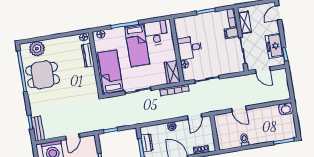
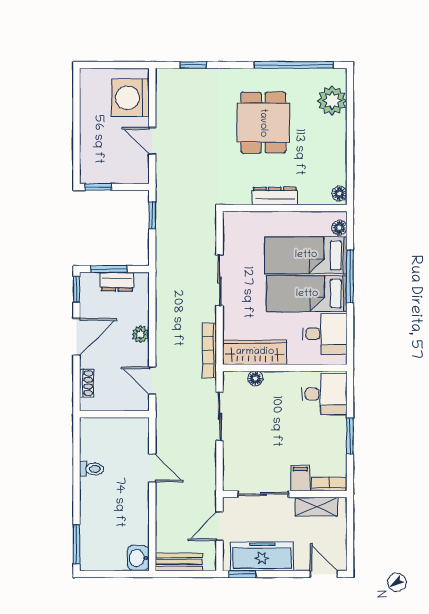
freezer: (274, 46) -> (262, 556), width x1.40
desk: (190, 48) -> (324, 394), moved, turned 90
dresser: (88, 55) -> (275, 196), moved
bed: (111, 72) -> (306, 255), moved, turned 180
wardrobe: (172, 72) -> (255, 352), width x1.50
dining table: (43, 75) -> (263, 123), moved
door: (239, 109) -> (152, 468), swing flipped
bench: (38, 129) -> (179, 562), moved

